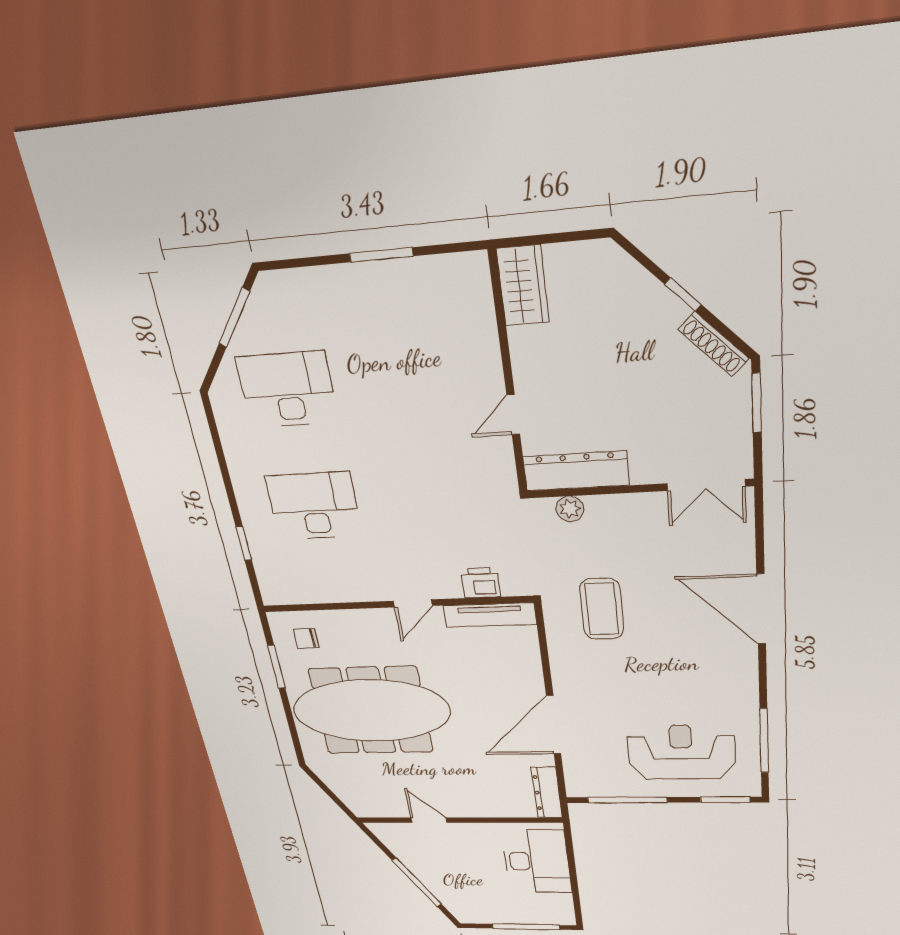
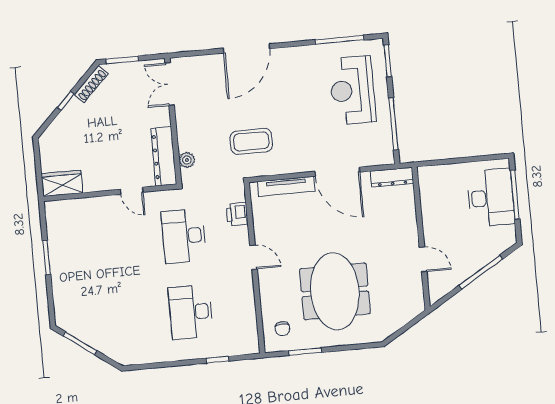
desk: (287, 390) -> (184, 236), moved
double door: (706, 485) -> (170, 84), swing flipped
tv unit: (490, 615) -> (286, 186), moved, turned 90
meeting table: (371, 711) -> (335, 291), width x0.73
door: (429, 820) -> (423, 259), swing flipped
desk: (537, 861) -> (491, 198), moved, turned 90

